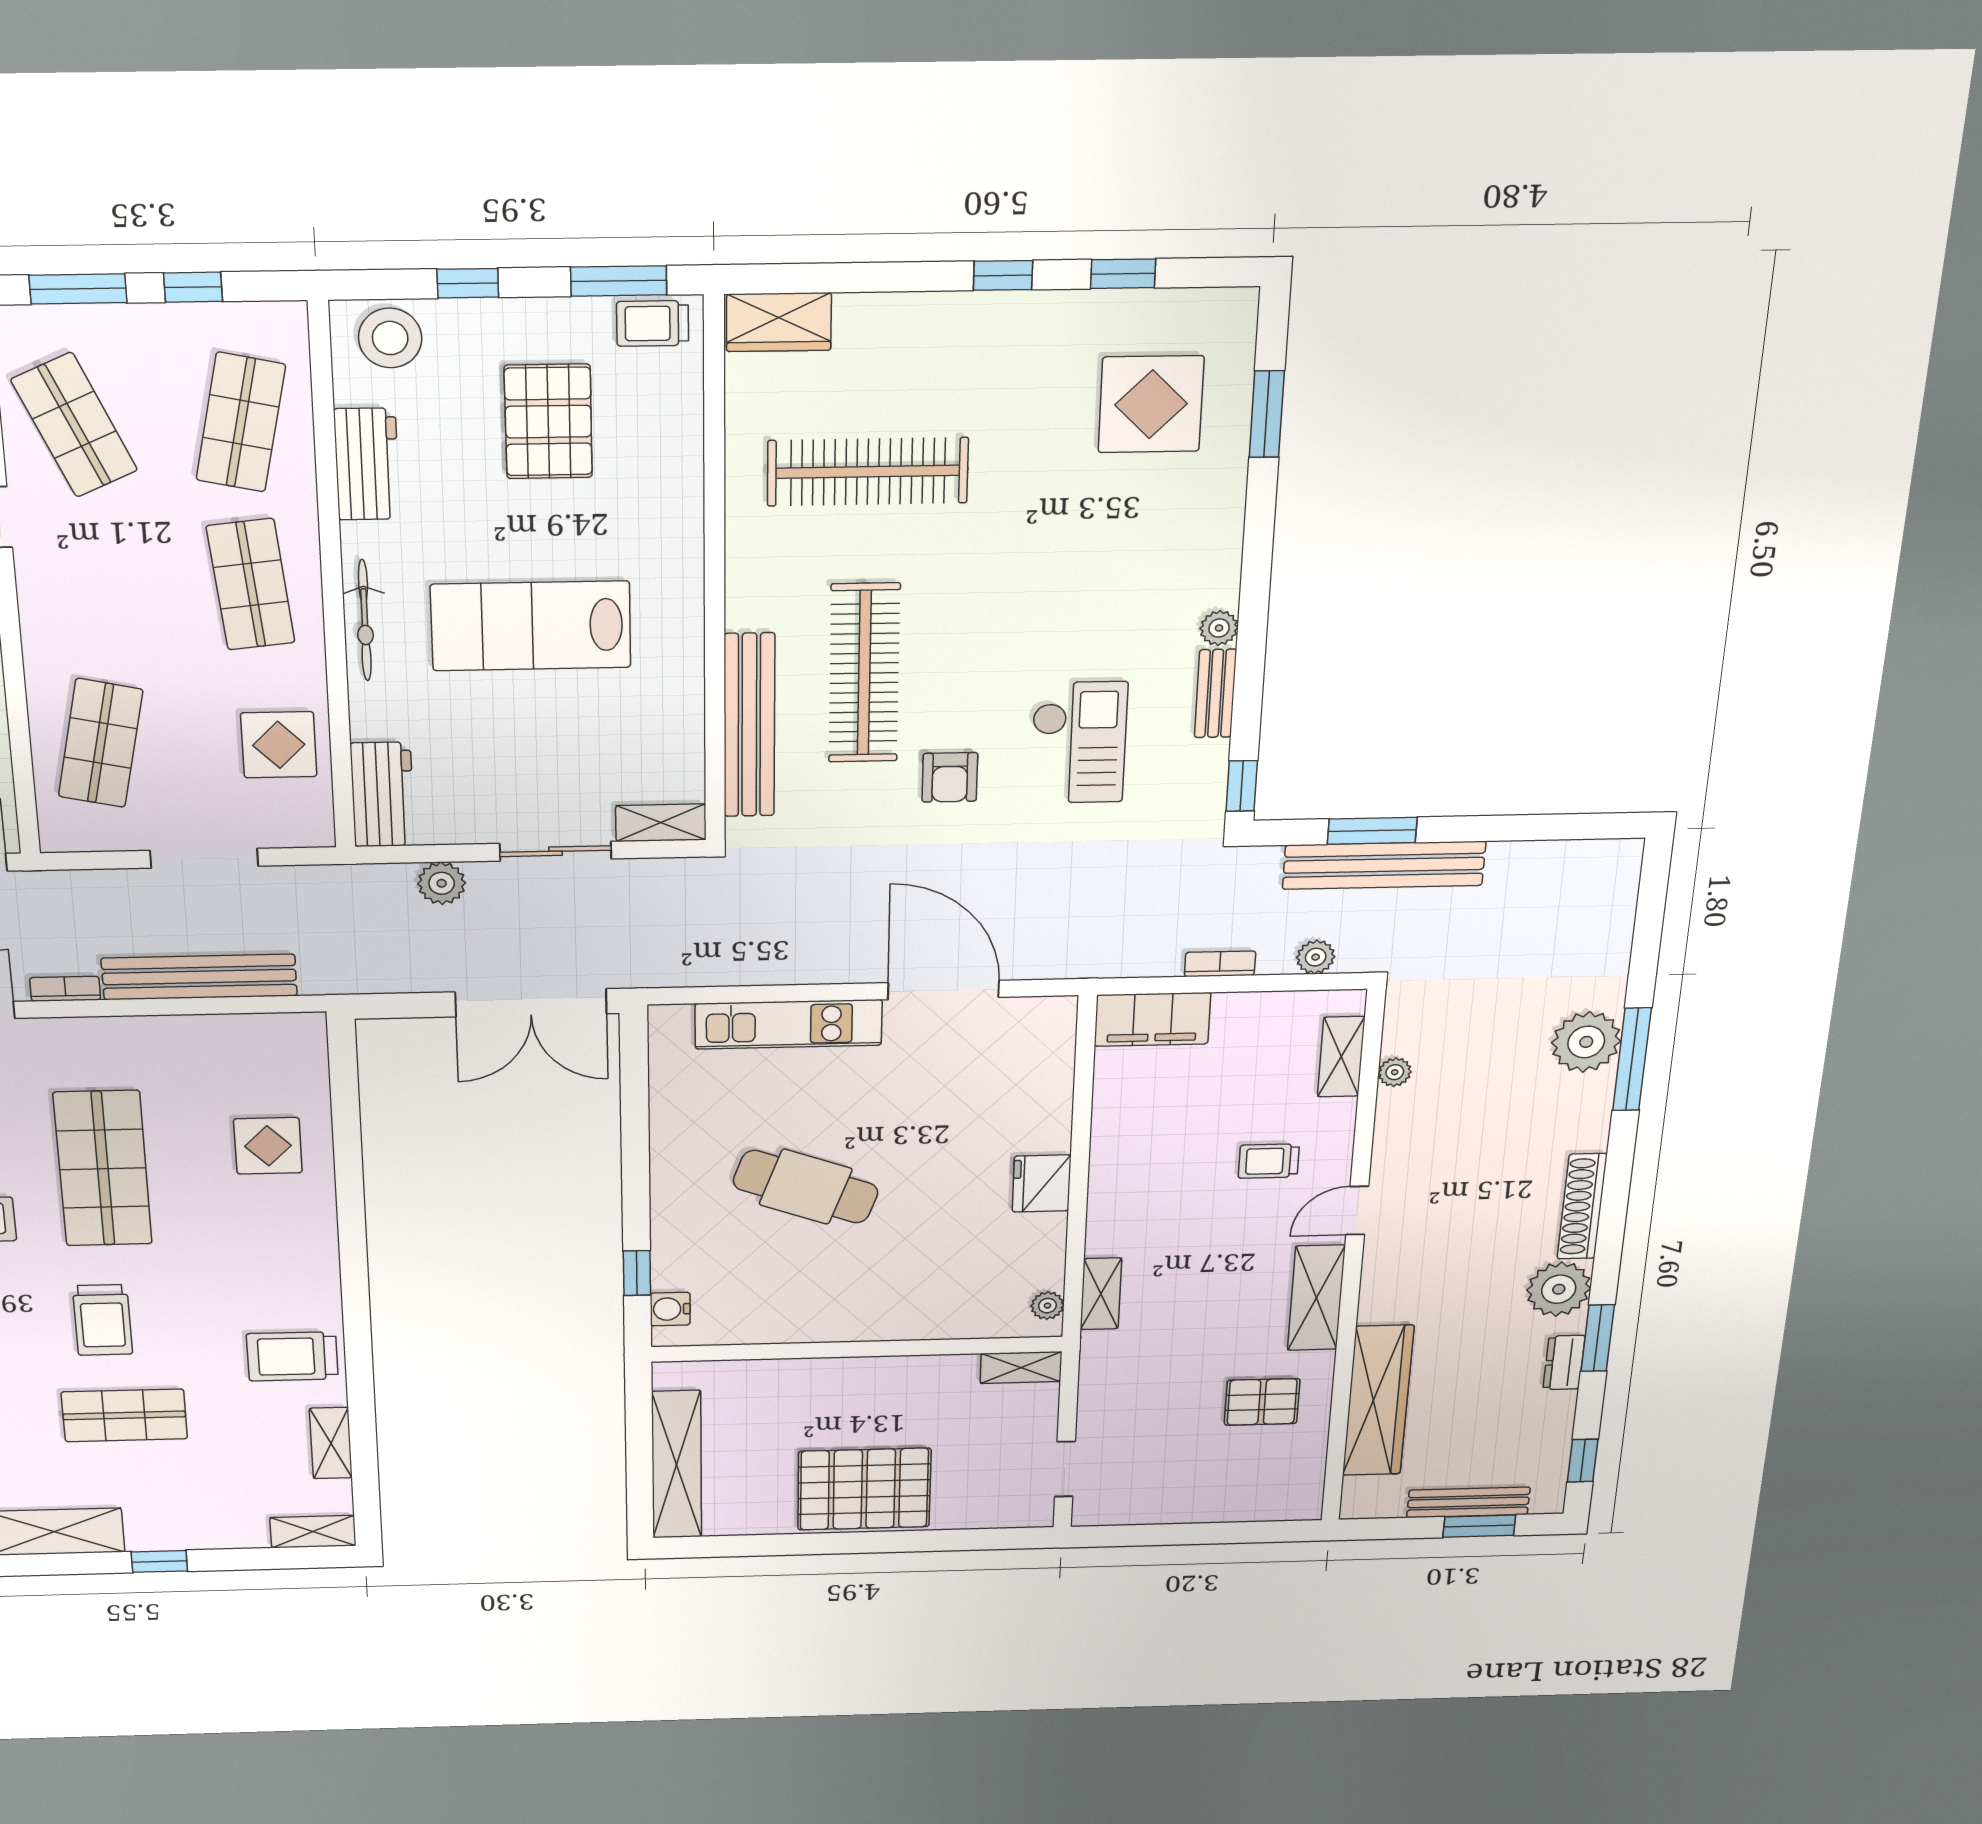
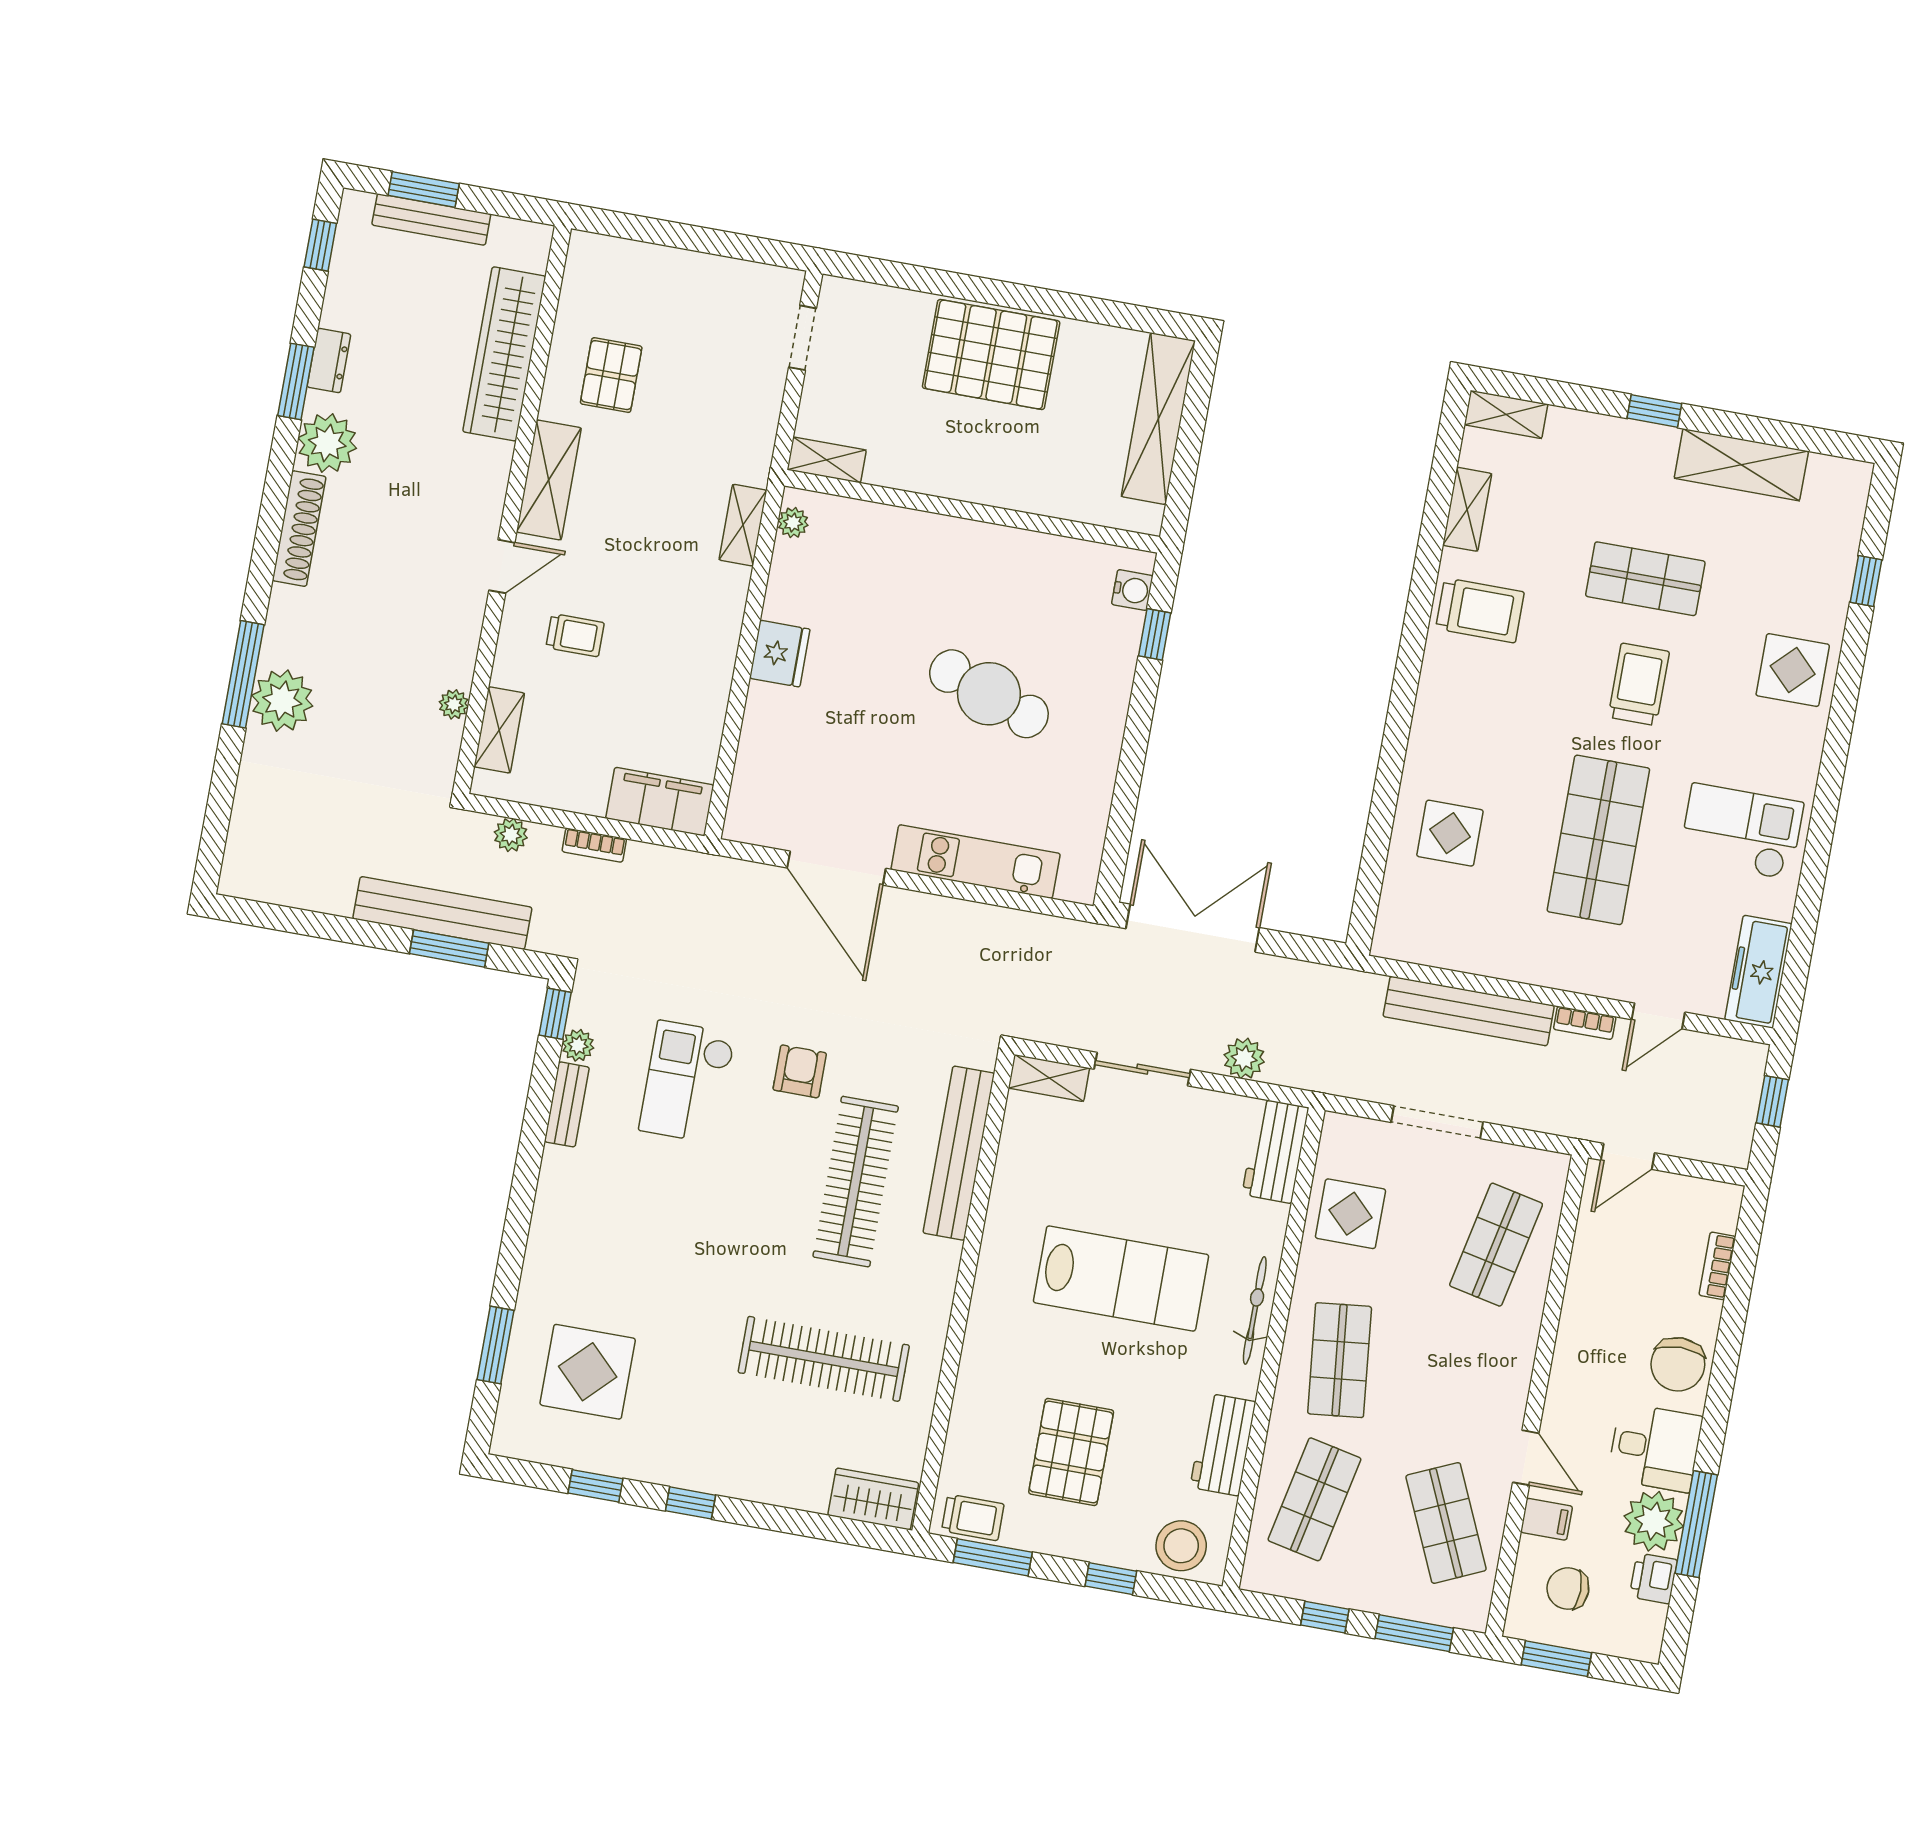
plant: (1219, 628) -> (578, 1045), moved
pallet: (1262, 1402) -> (611, 375), turned 90

